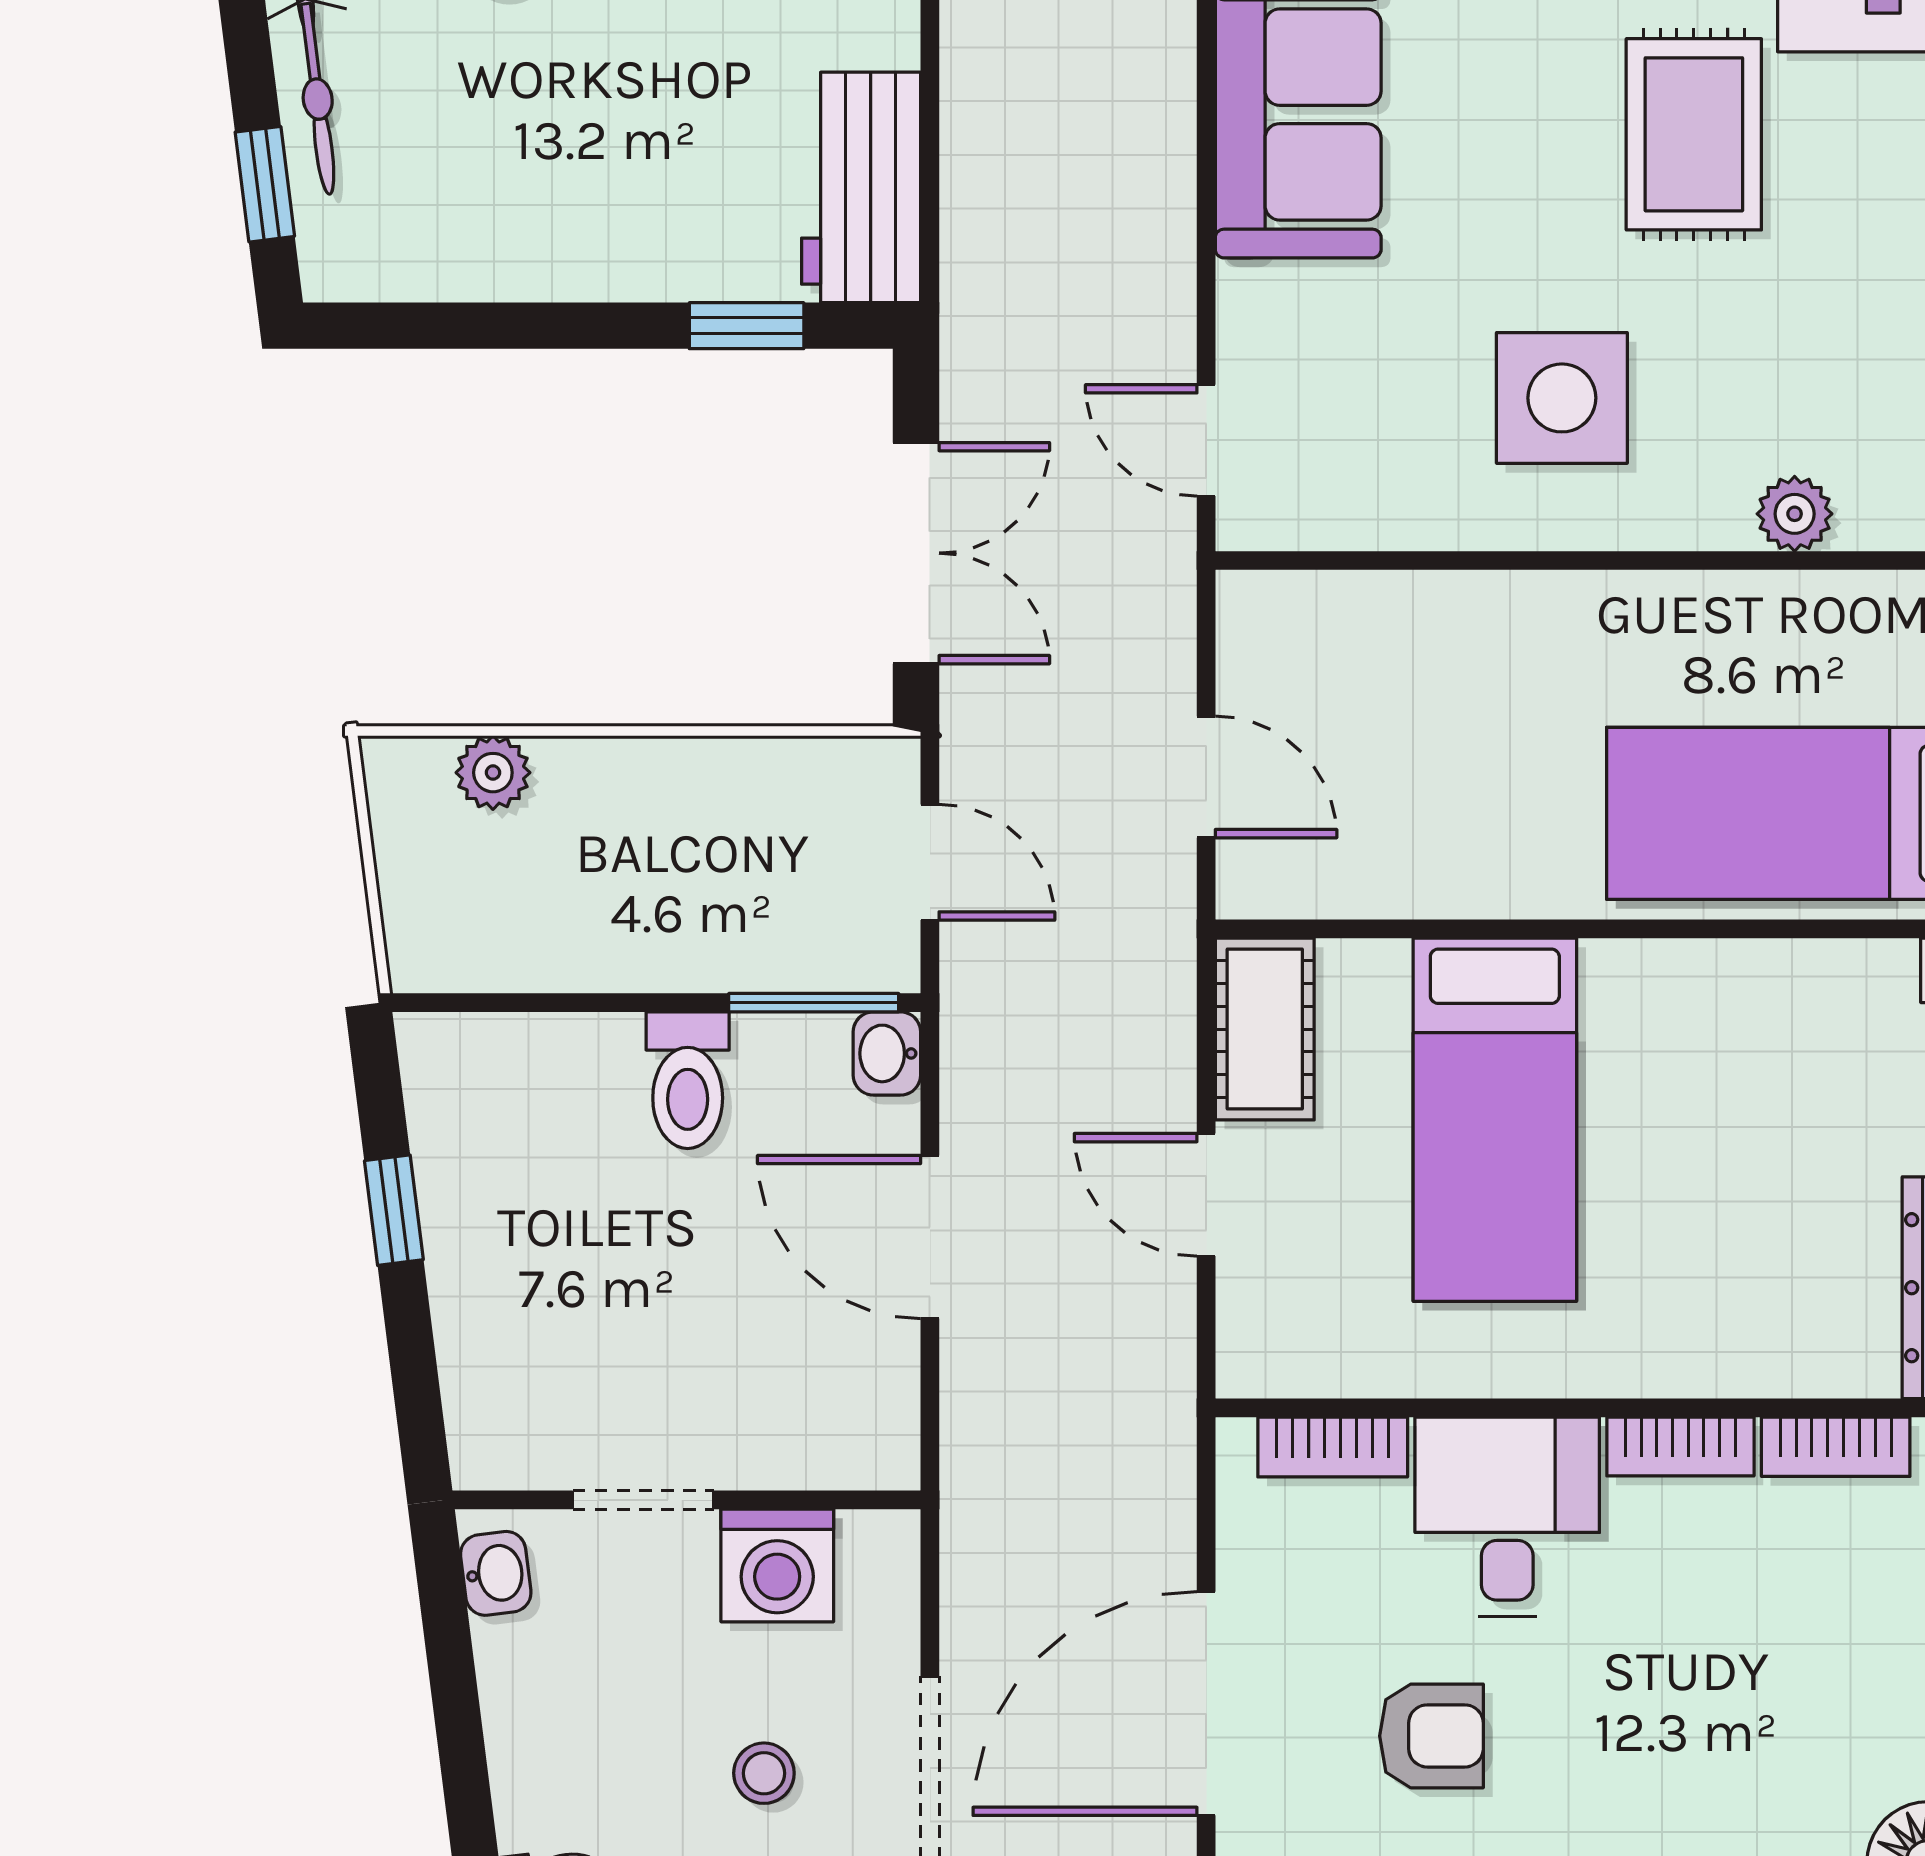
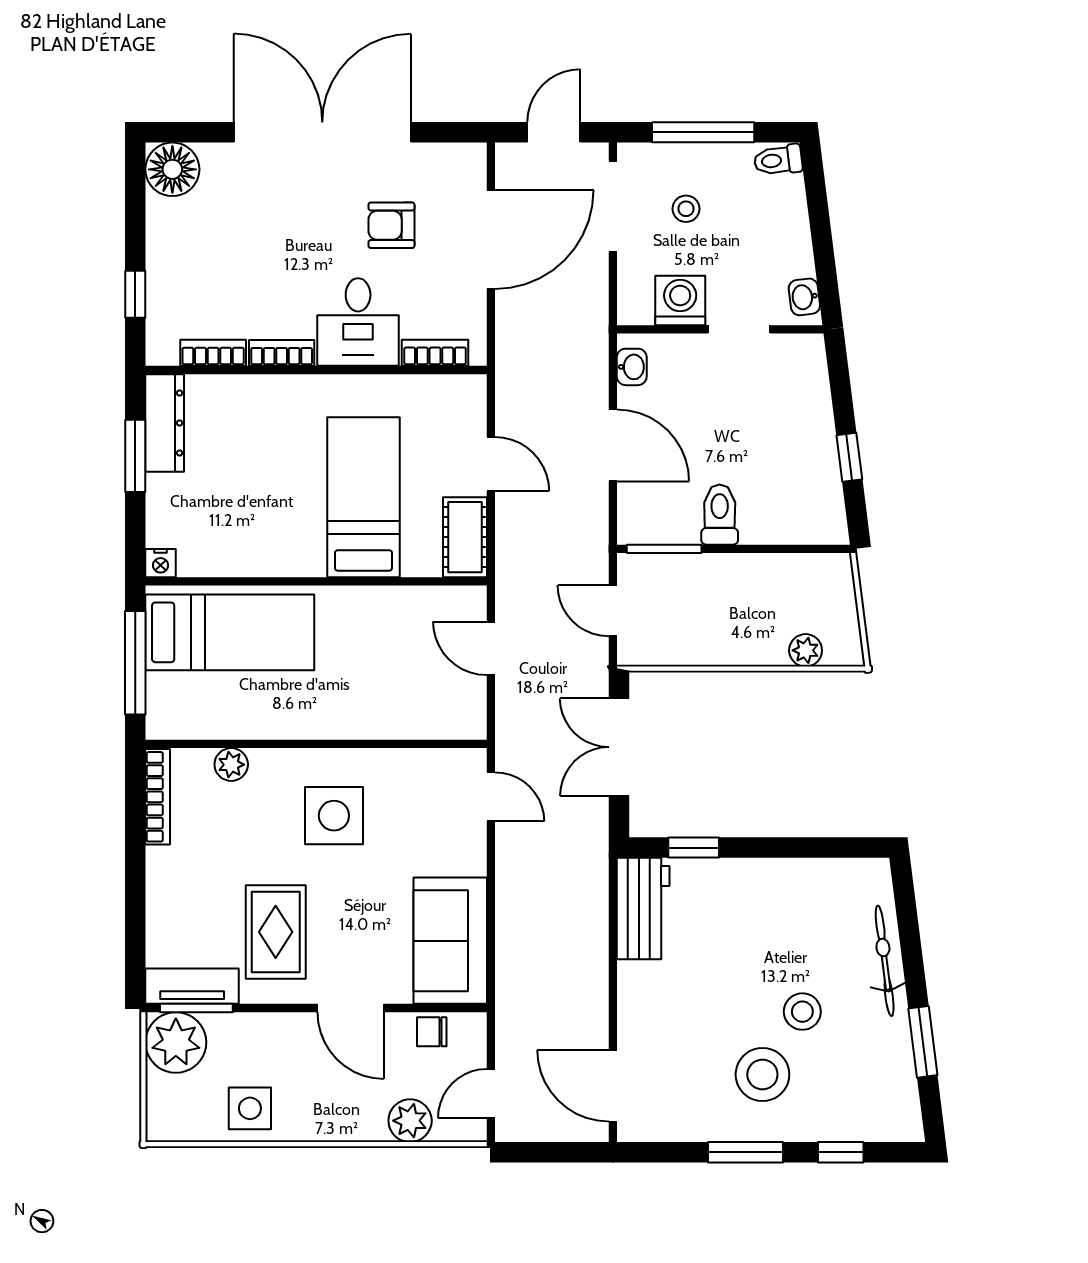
window: (265, 184) -> (906, 910), removed
washbasin: (887, 1053) -> (632, 367), moved

